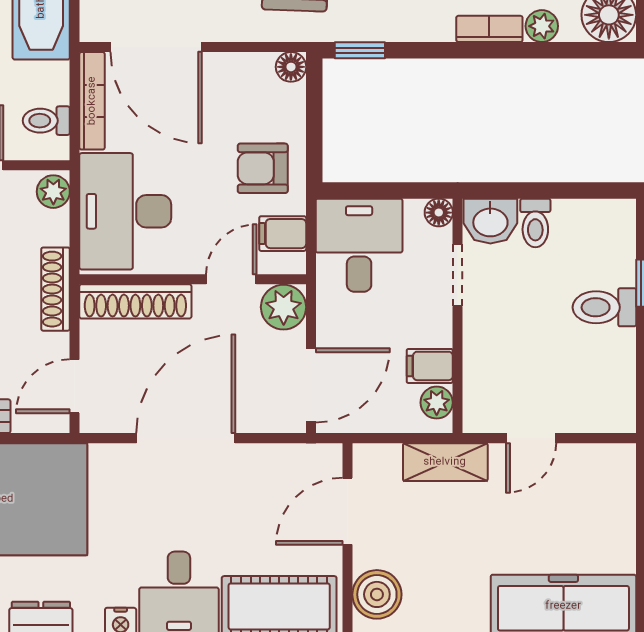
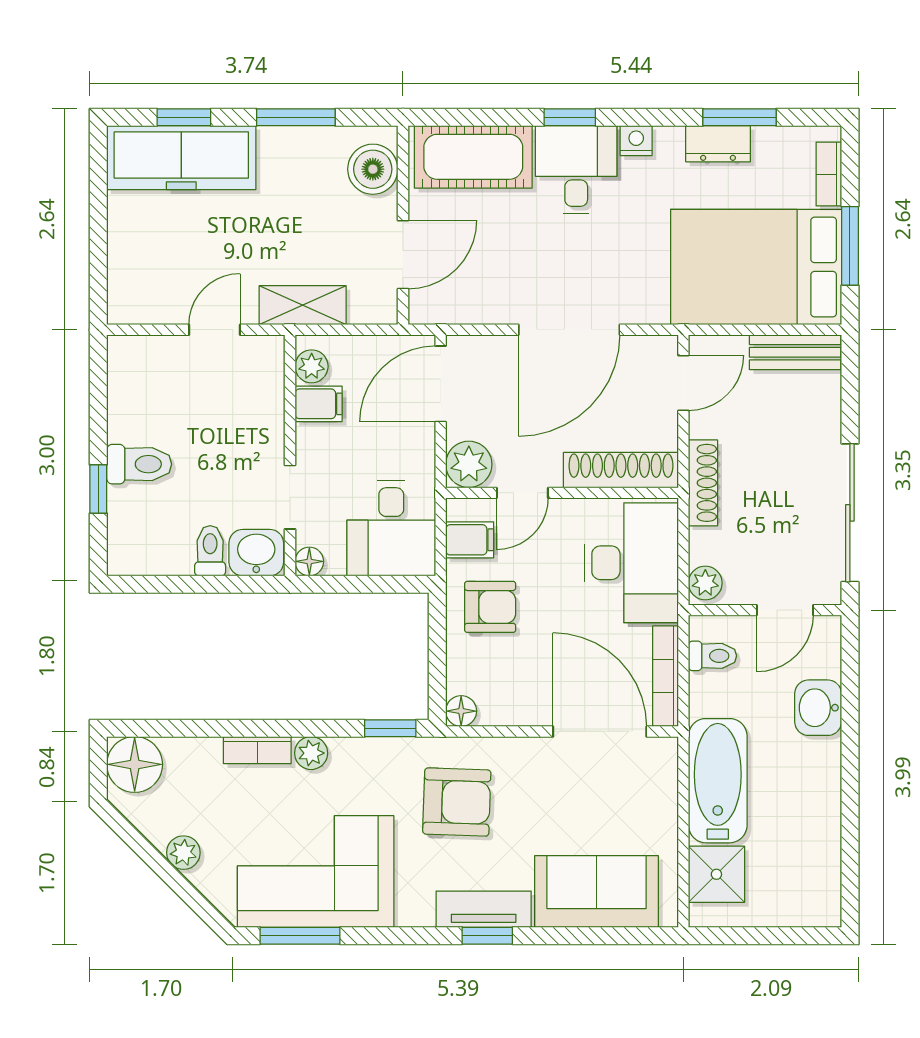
plant: (542, 26) -> (311, 753), moved

